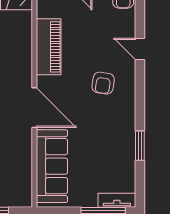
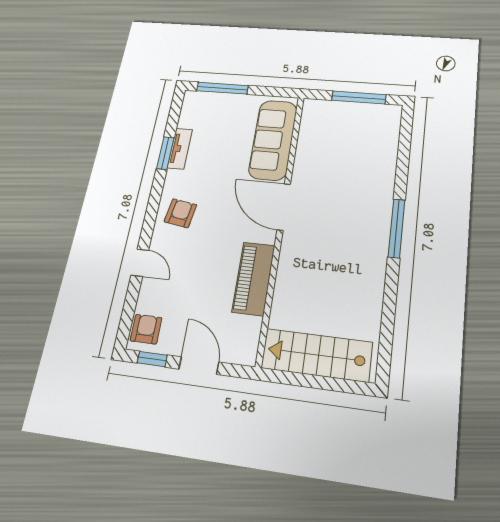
armchair: (103, 83) -> (180, 213), moved
tv unit: (117, 200) -> (180, 149), moved, turned -90

